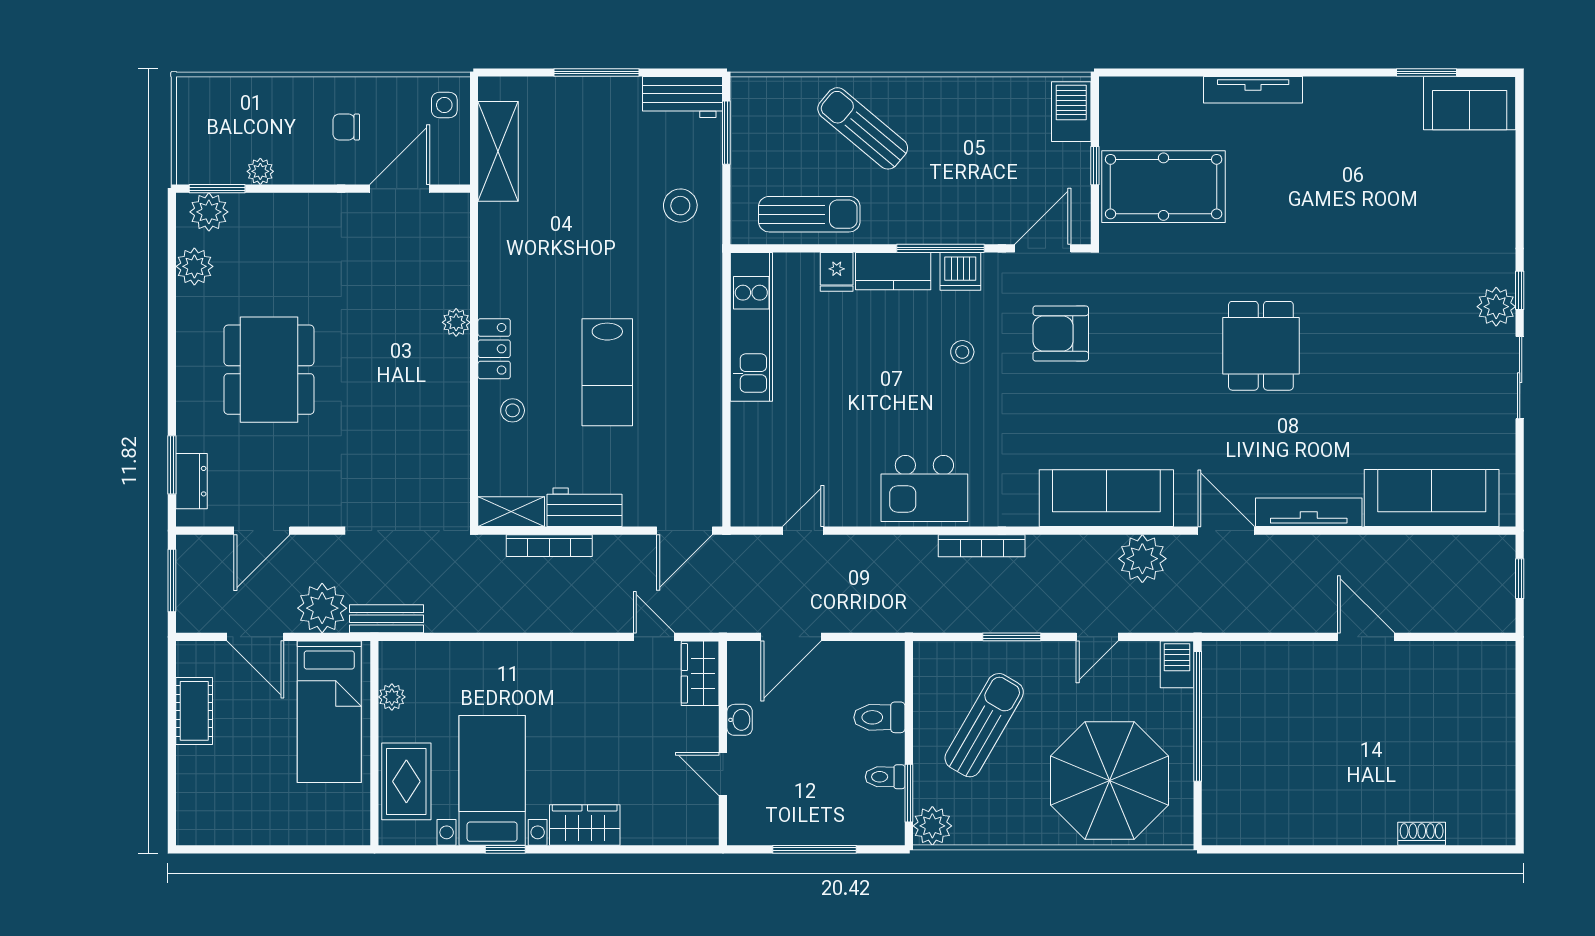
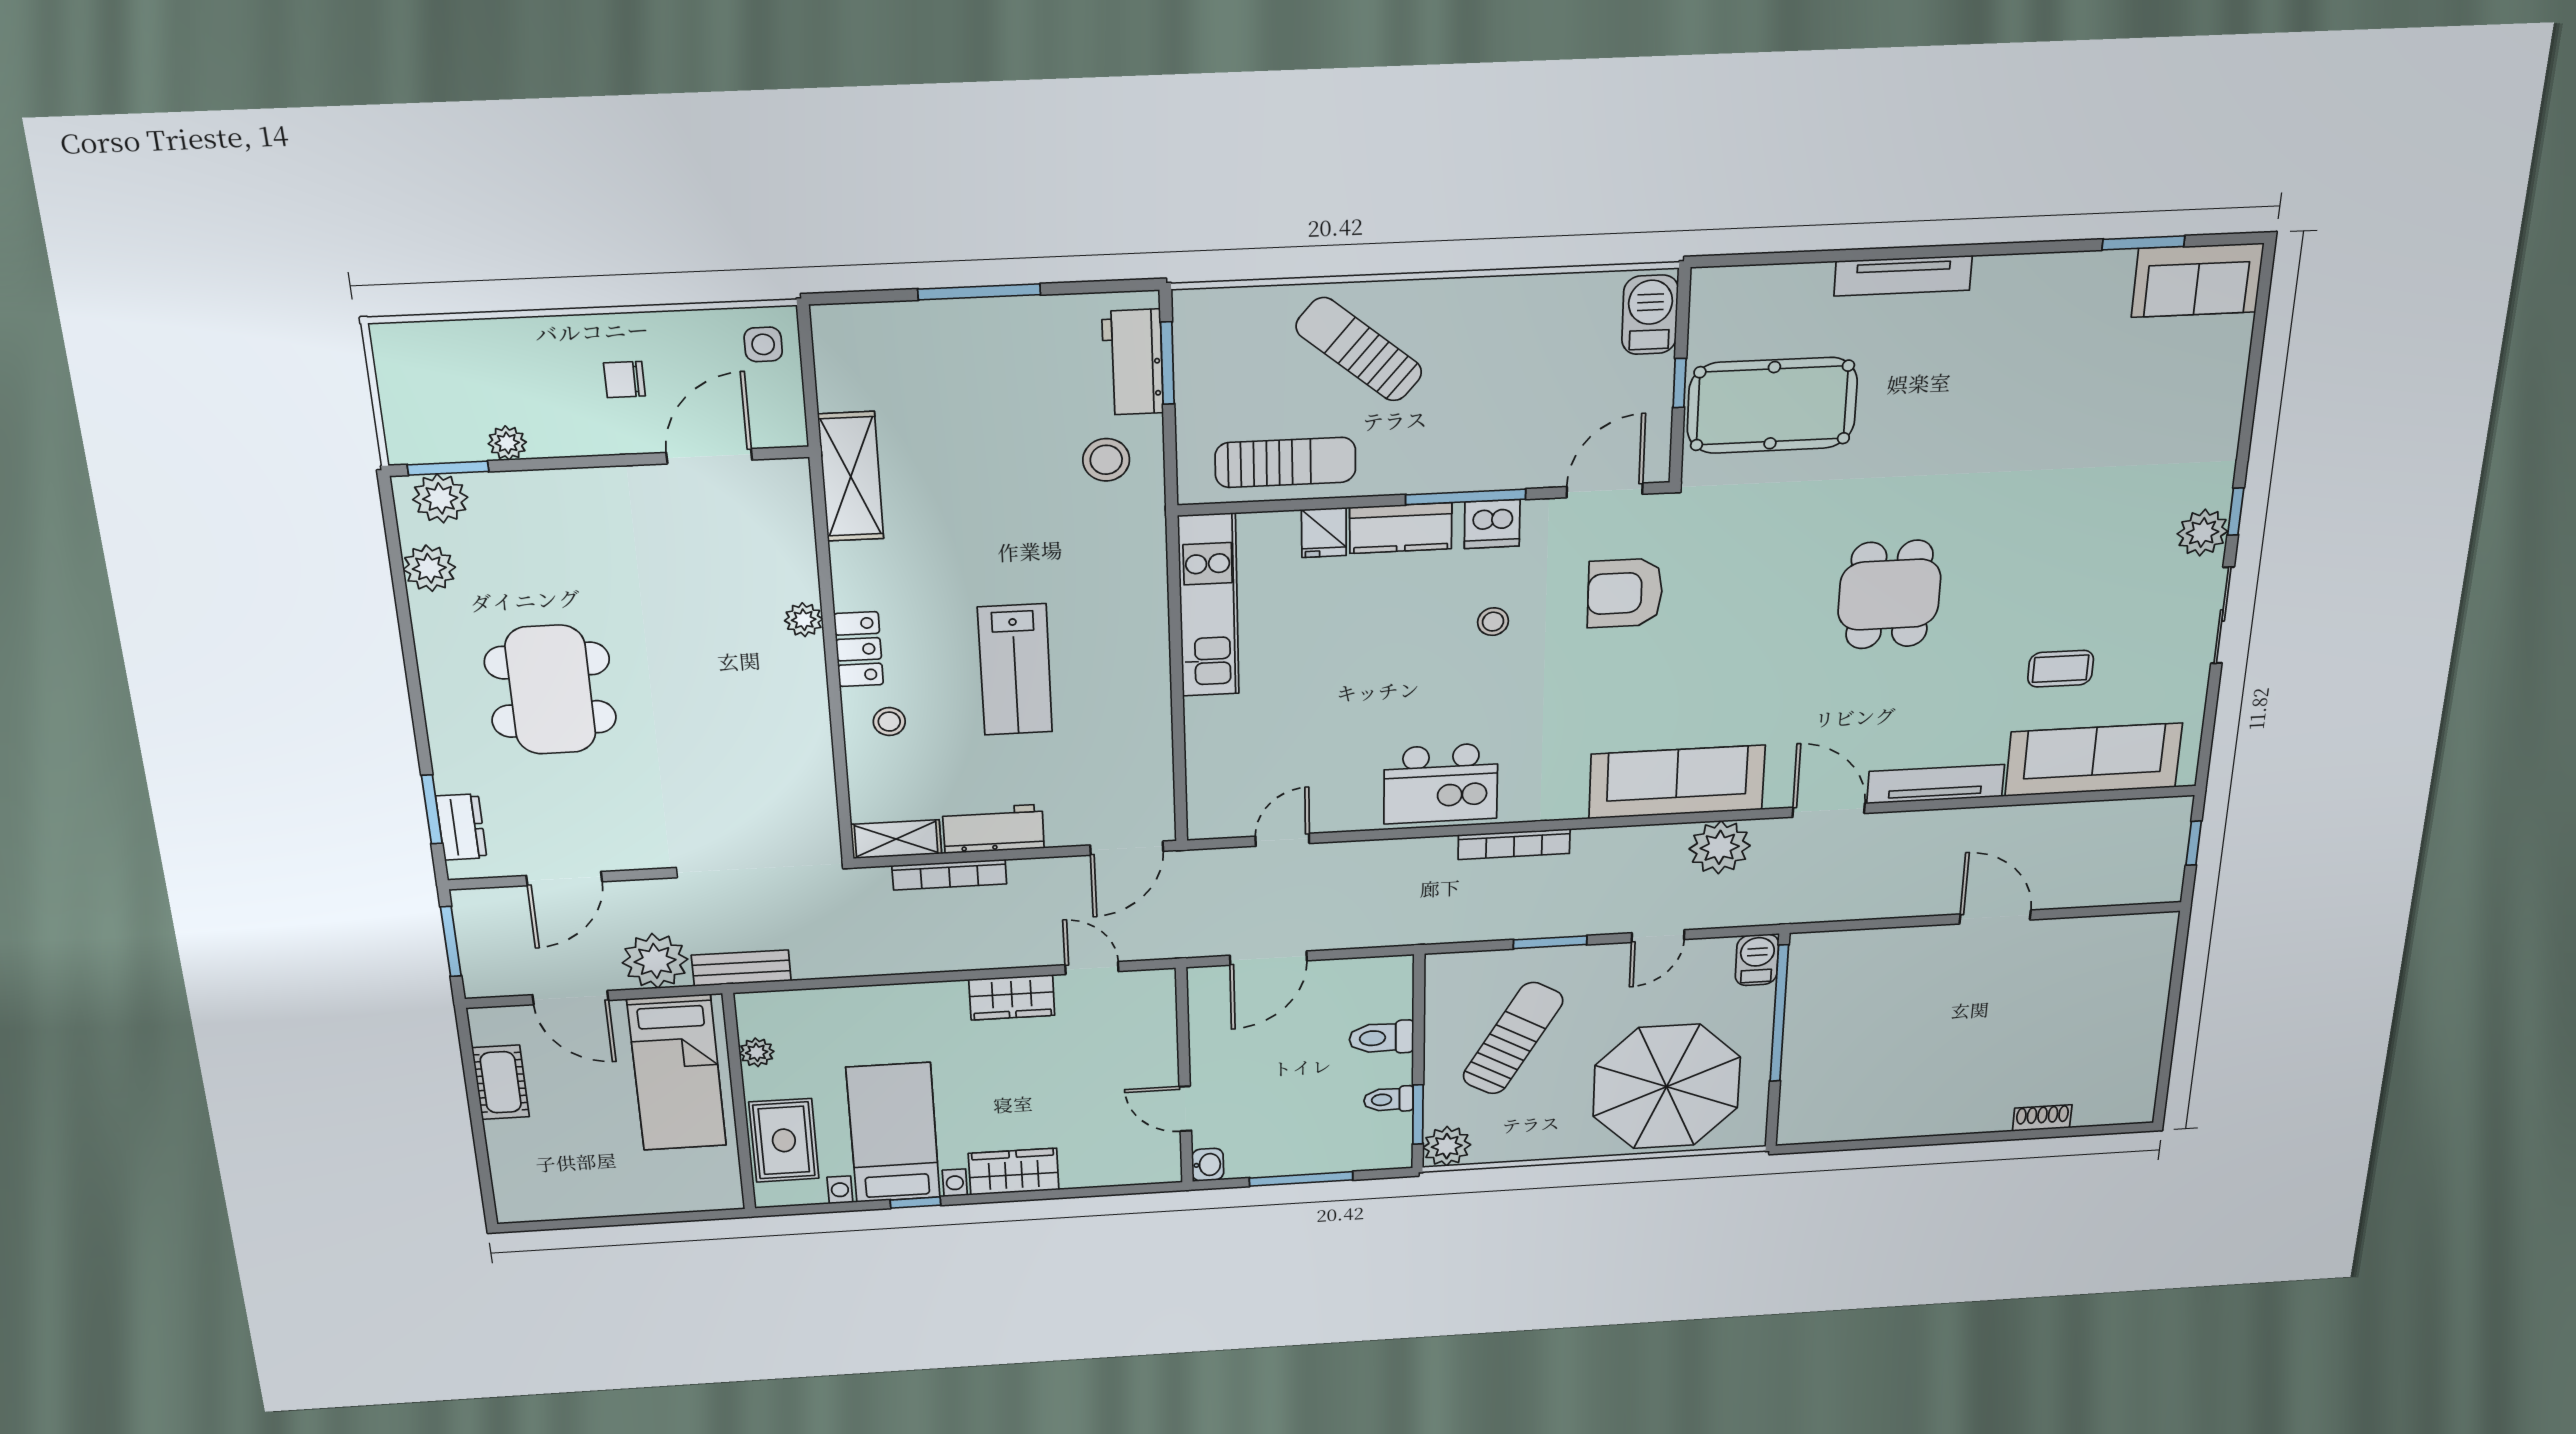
workbench: (682, 97) -> (1133, 362), moved, turned 90
shelving: (498, 151) -> (851, 477), moved
coffee table: (1398, 416) -> (2061, 669), added
wardrobe: (700, 673) -> (1012, 997), moved, turned -90
washbasin: (740, 720) -> (1208, 1165), moved

